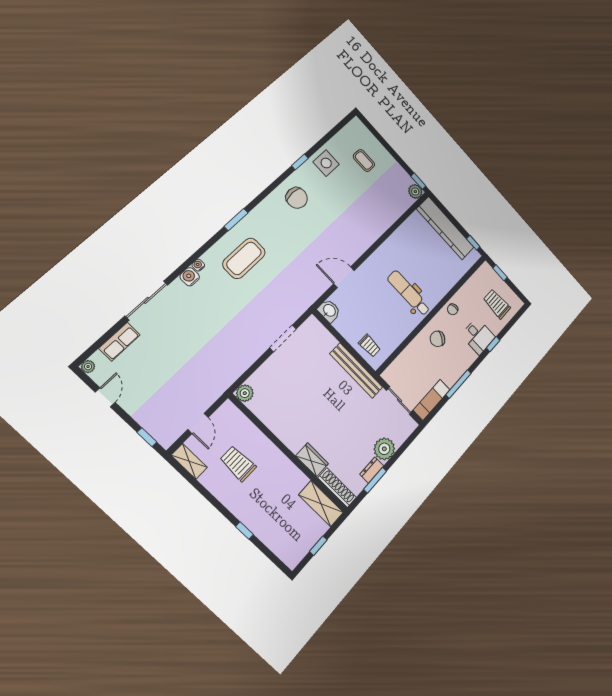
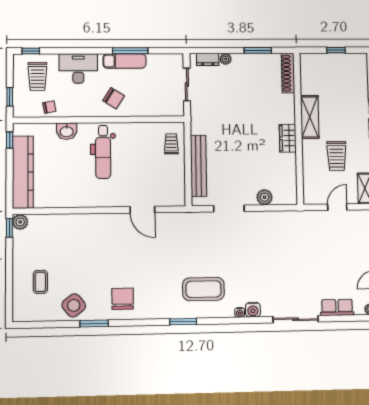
window: (300, 162) -> (94, 323), width x1.50
side table: (326, 163) -> (74, 305), turned -38
chair: (453, 309) -> (49, 107), moved
washbasin: (329, 311) -> (67, 131), moved, turned -90
desk: (478, 336) -> (78, 69), width x1.37
window: (493, 344) -> (31, 51), moved
bench: (356, 371) -> (199, 166), moved
plant: (245, 393) -> (265, 197), moved
exam couch: (432, 400) -> (124, 61), moved
plant: (384, 449) -> (226, 59), width x0.53, depth x0.53
wardrobe: (312, 460) -> (288, 138), moved
dresser: (372, 470) -> (208, 60), moved
shelving: (321, 504) -> (310, 117), moved

